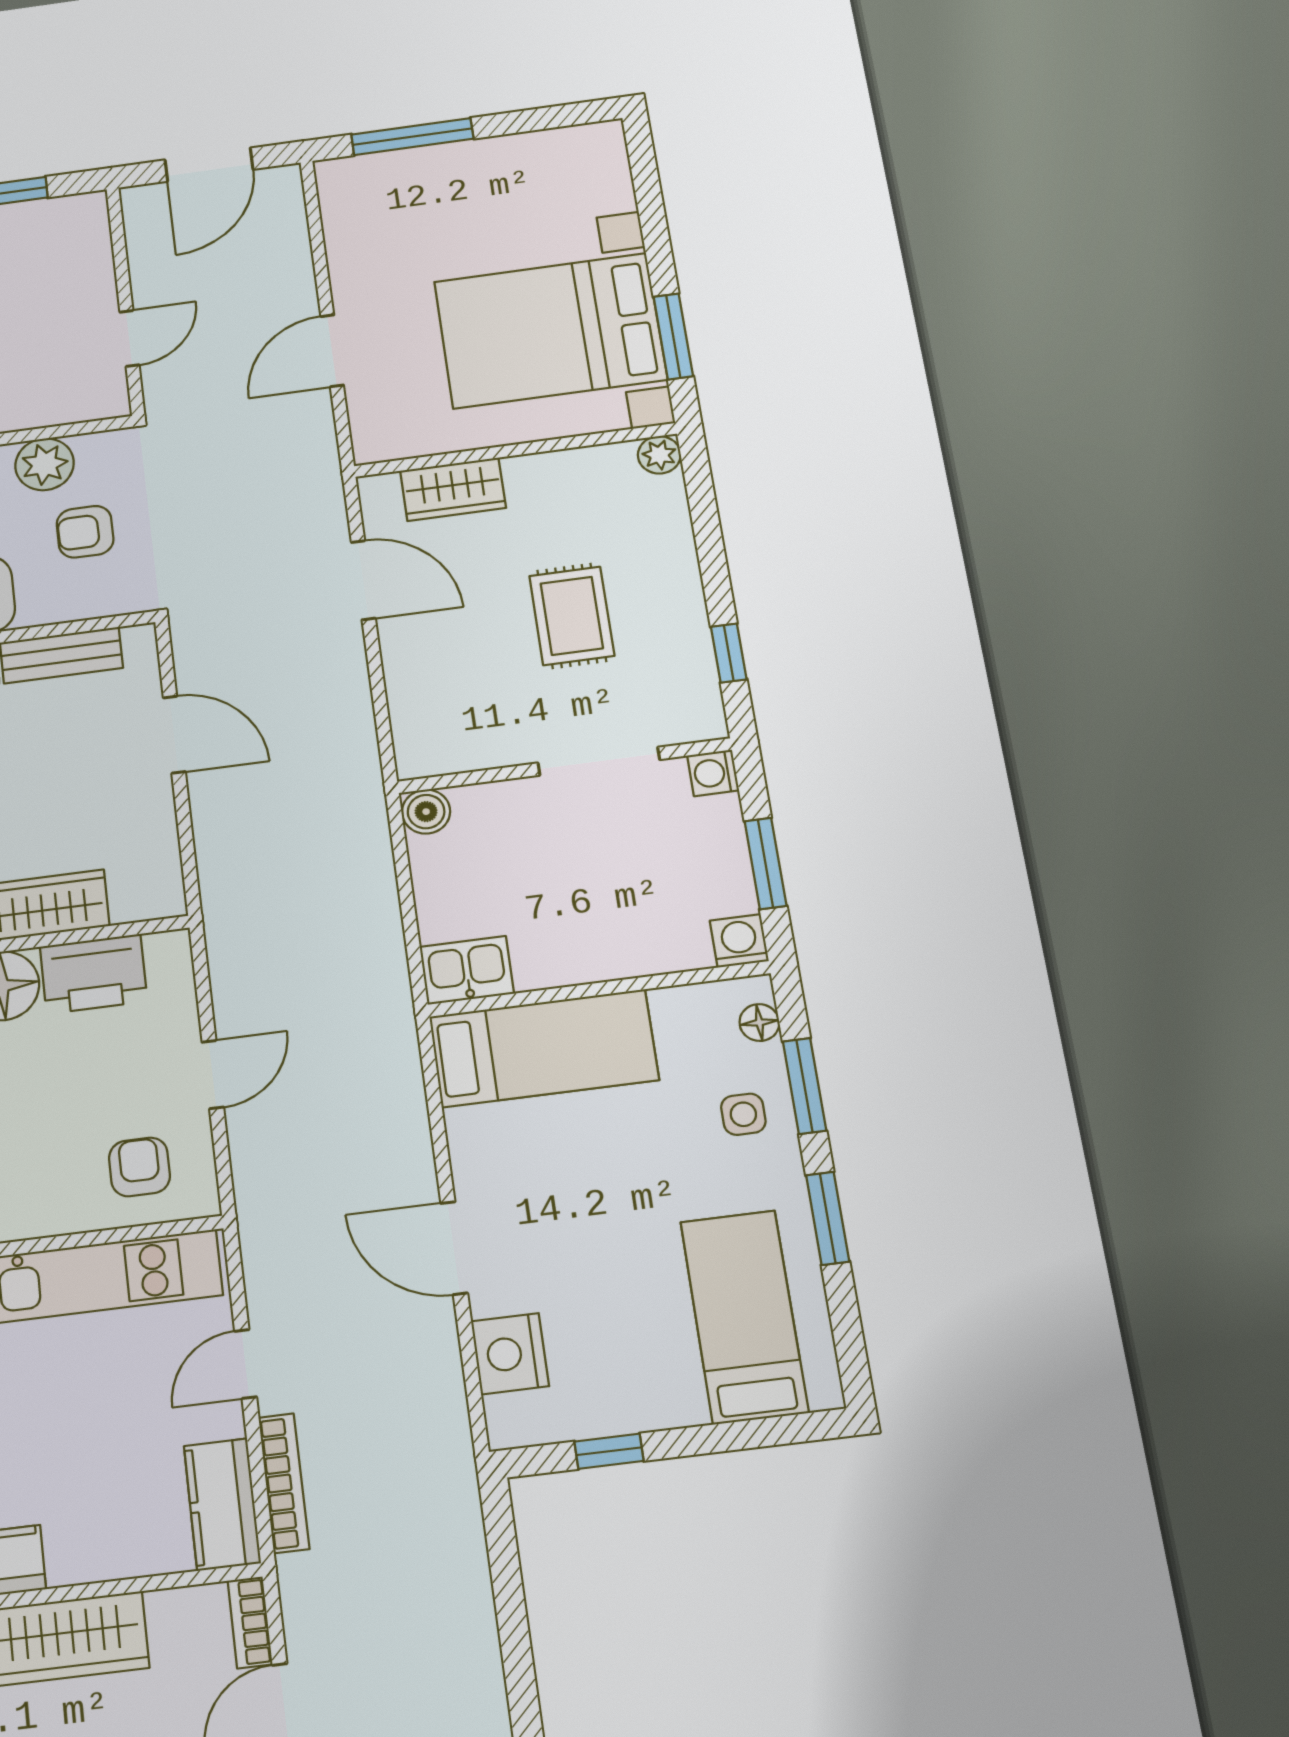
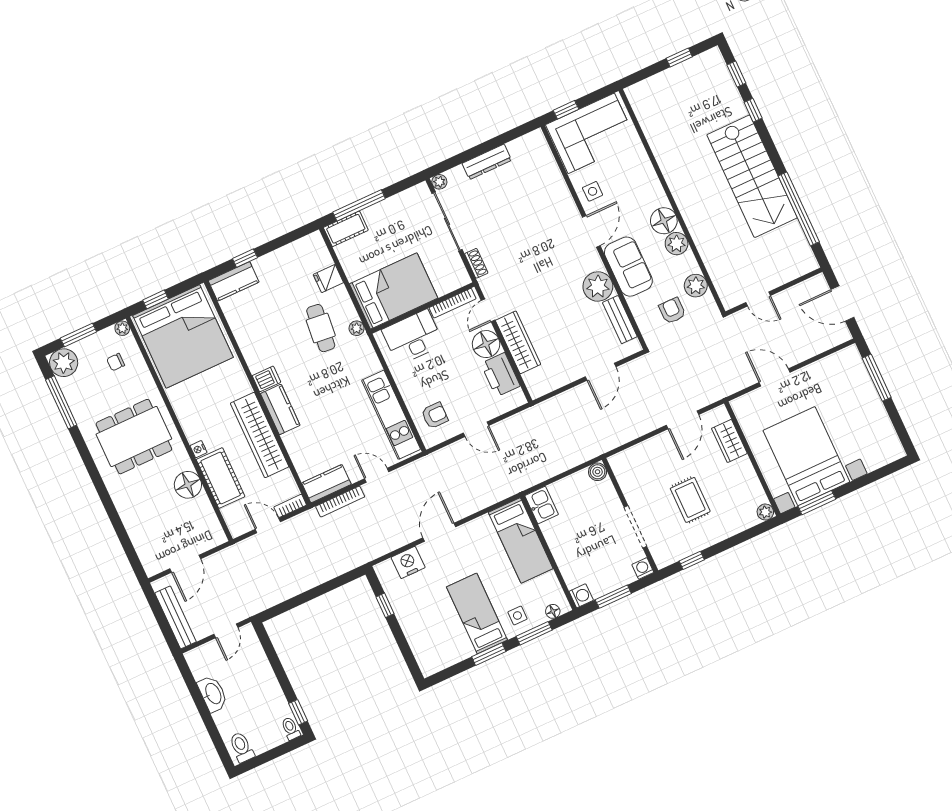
rug: (572, 616) -> (690, 500), turned 90
bed: (744, 1317) -> (477, 613), moved, turned -90

